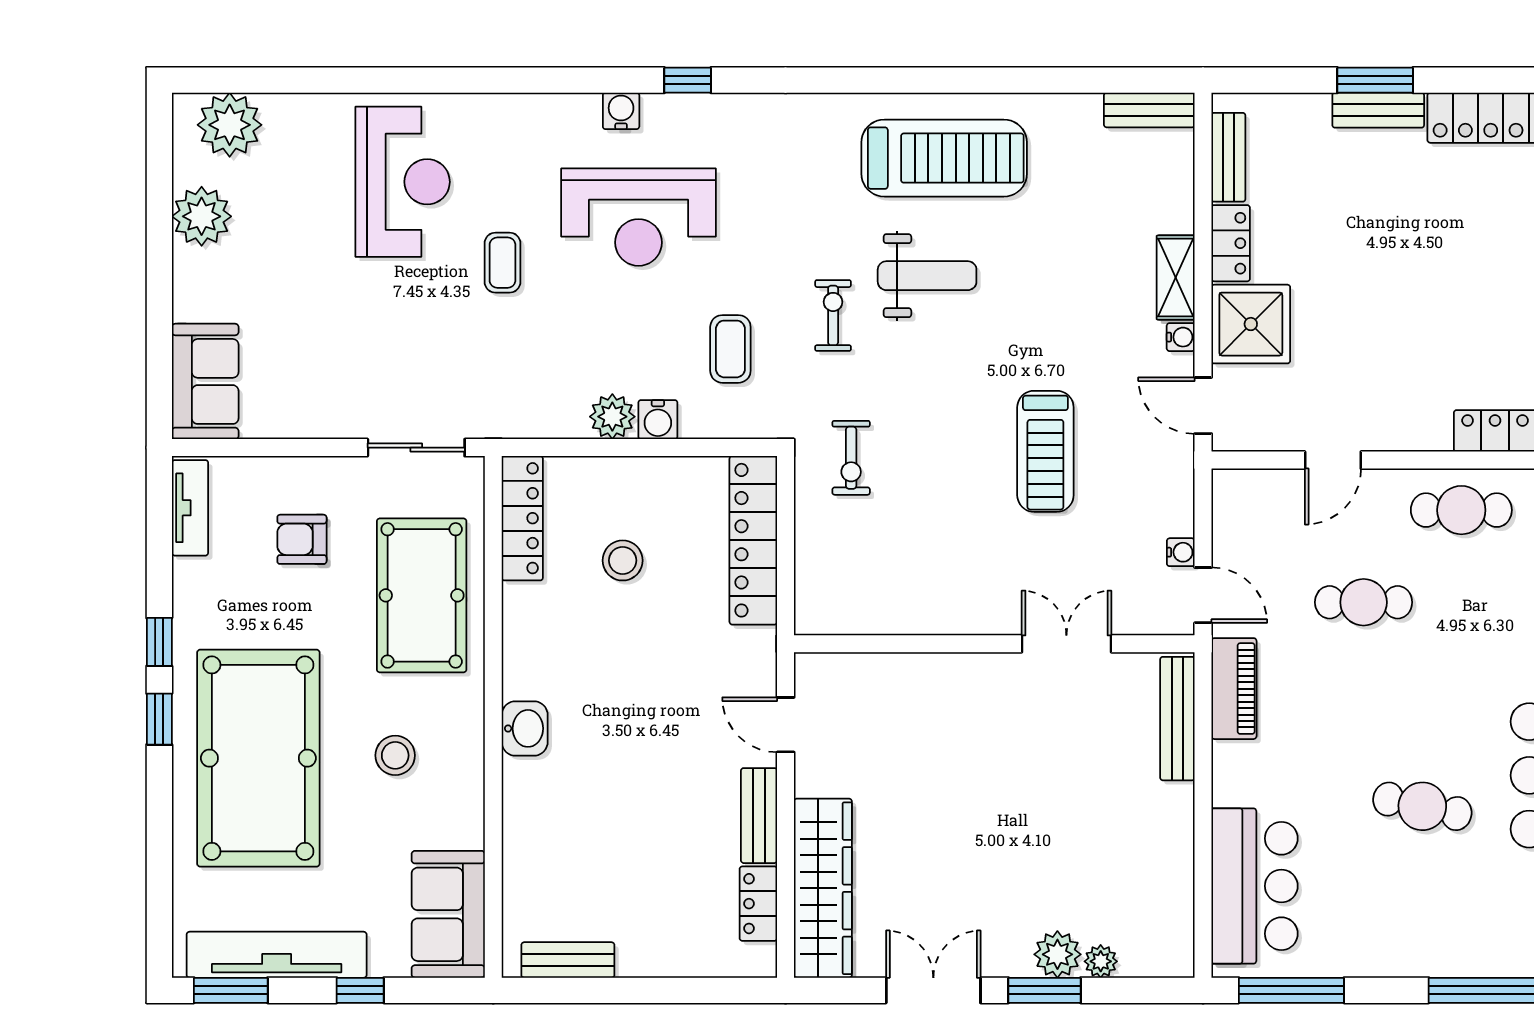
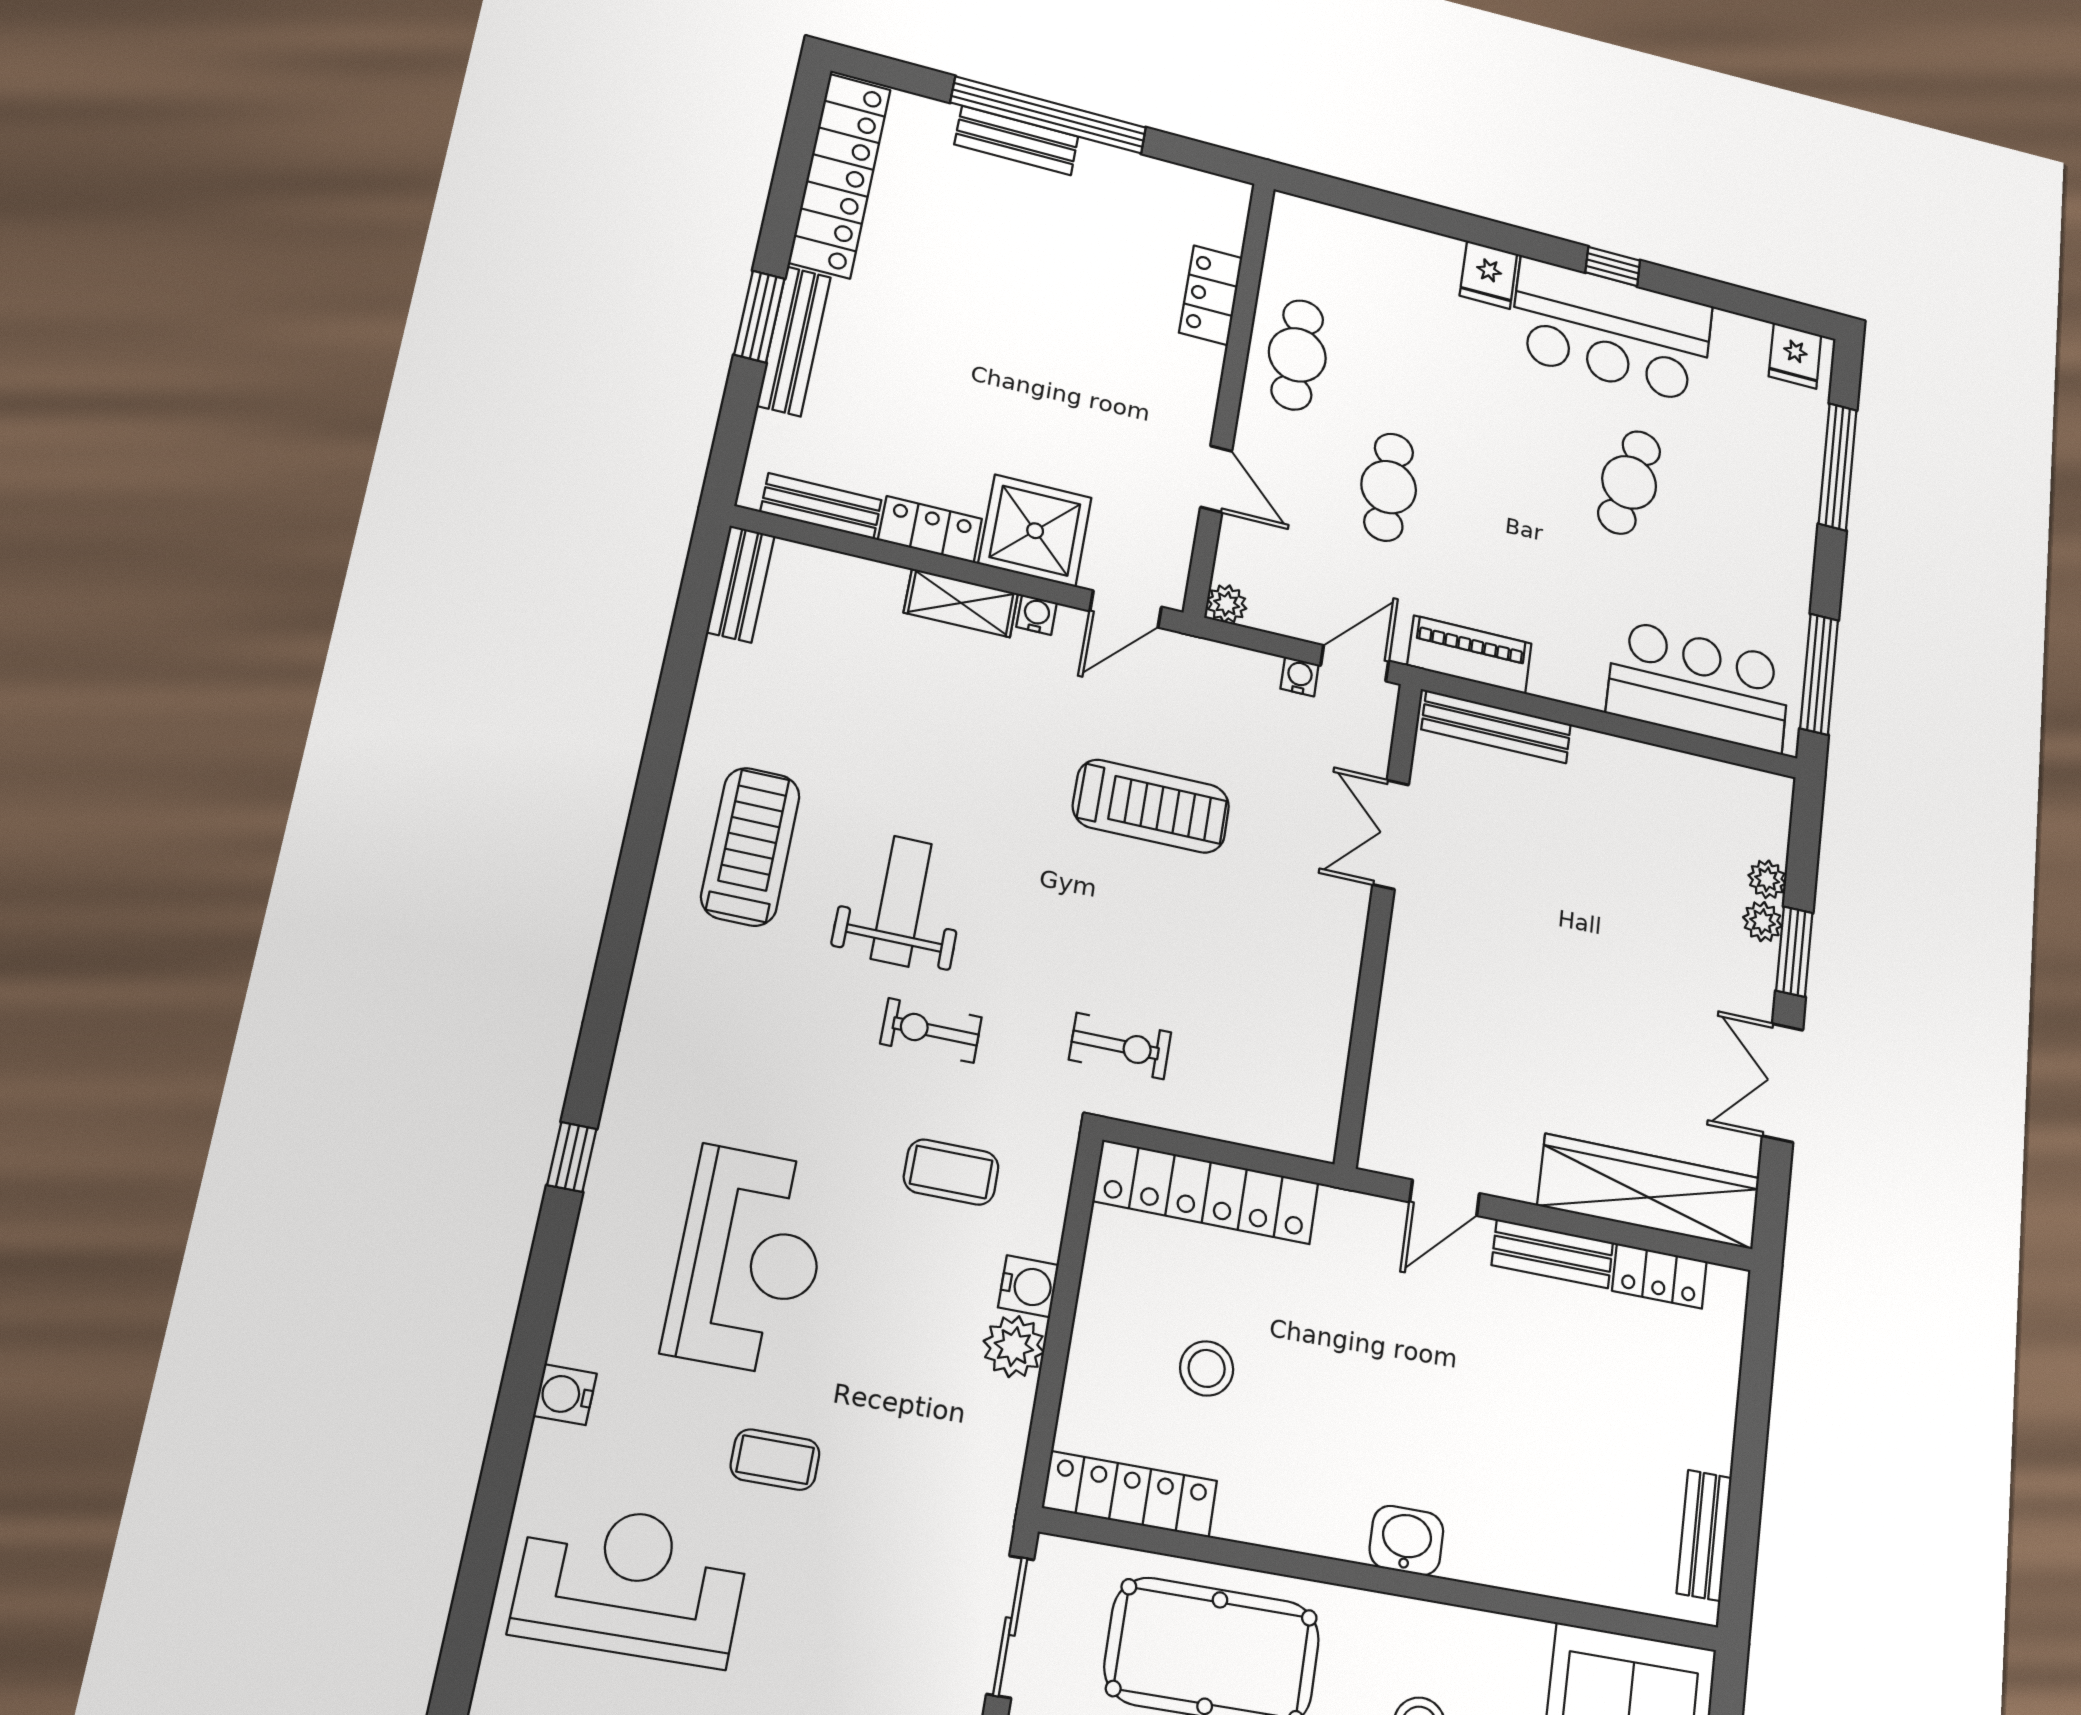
bench: (1378, 110) -> (794, 341), width x1.36
water cooler: (621, 111) -> (565, 1395), moved
treadmill: (944, 158) -> (750, 846), width x0.73, depth x0.73
plant: (1228, 485) -> (1227, 604), added
plant: (1057, 954) -> (1763, 922), width x0.73, depth x0.73

